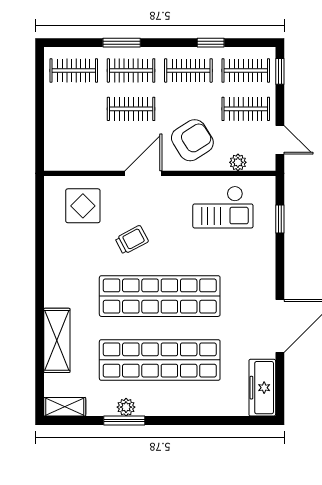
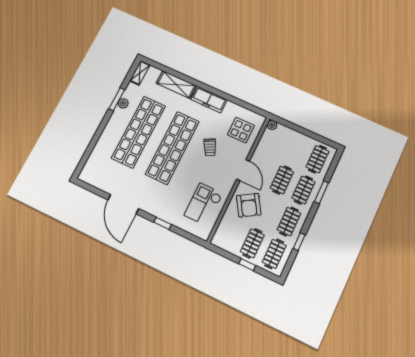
window: (280, 71) -> (247, 265), moved
door: (280, 140) -> (226, 254), removed
plant: (238, 162) -> (272, 125), moved
window: (280, 219) -> (163, 223), moved
freezer: (262, 388) -> (209, 99), moved, turned 180

